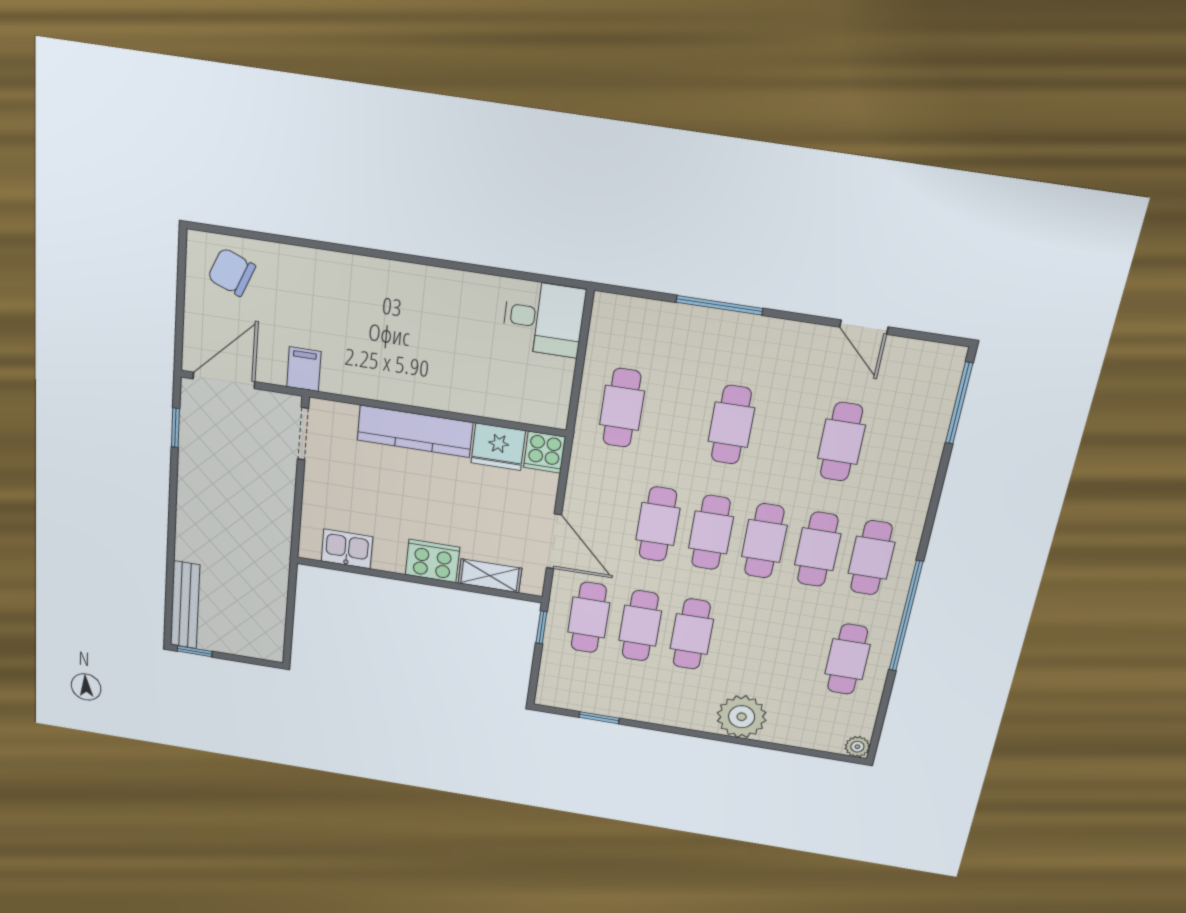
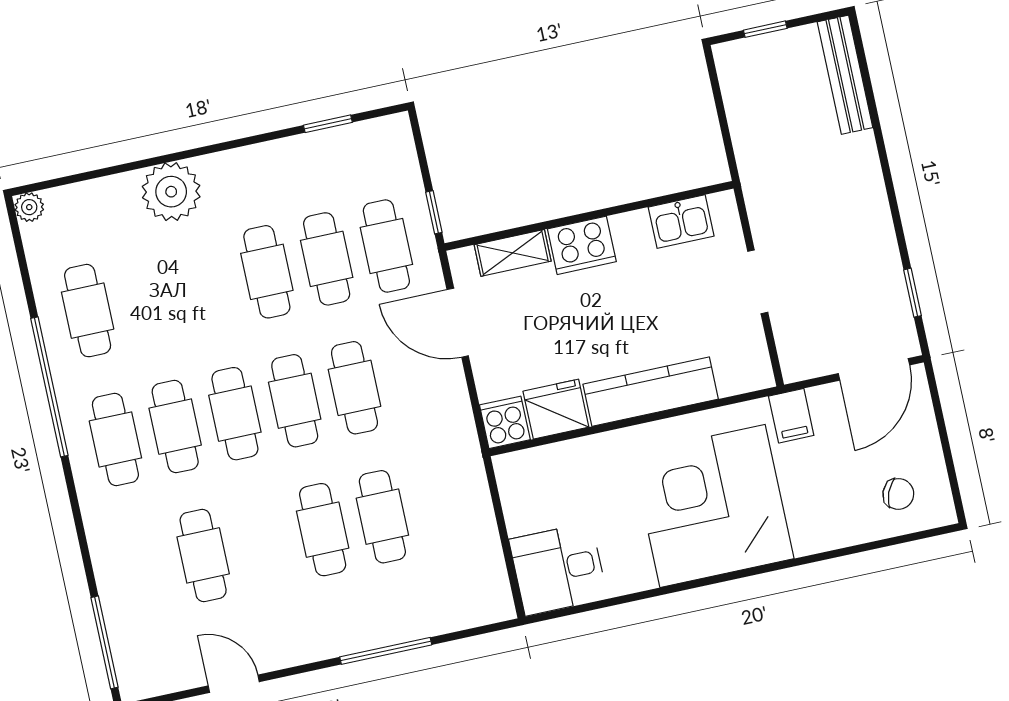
chair: (232, 272) -> (898, 494), width x0.73, depth x0.73
corner desk: (393, 321) -> (713, 506), added
cafe table: (622, 408) -> (382, 517), moved
doorway: (303, 434) -> (758, 282), moved
window: (195, 651) -> (765, 29), moved

